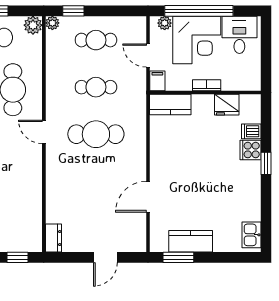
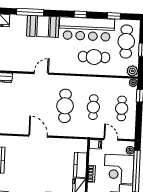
door: (148, 56) -> (111, 139), hinge flipped
kitchen counter: (170, 104) -> (80, 165), moved
door: (44, 132) -> (41, 73), moved
door: (148, 197) -> (38, 136), moved

